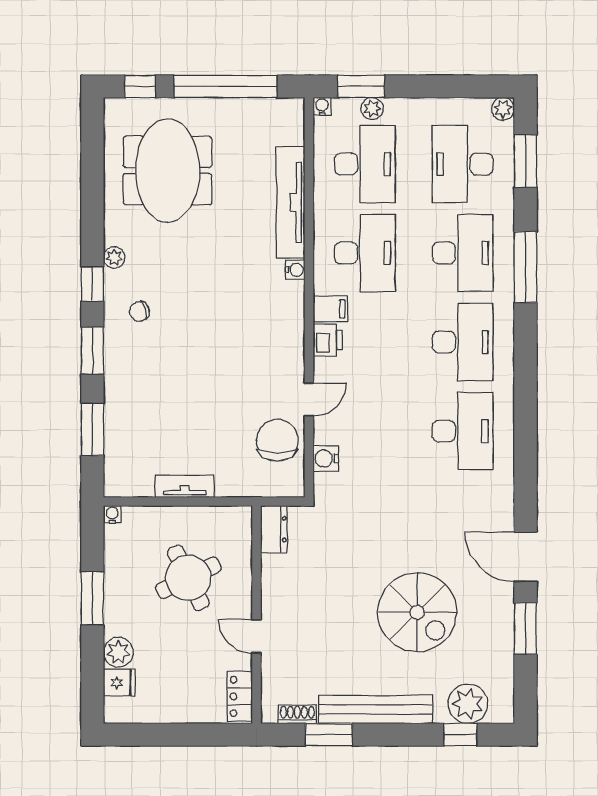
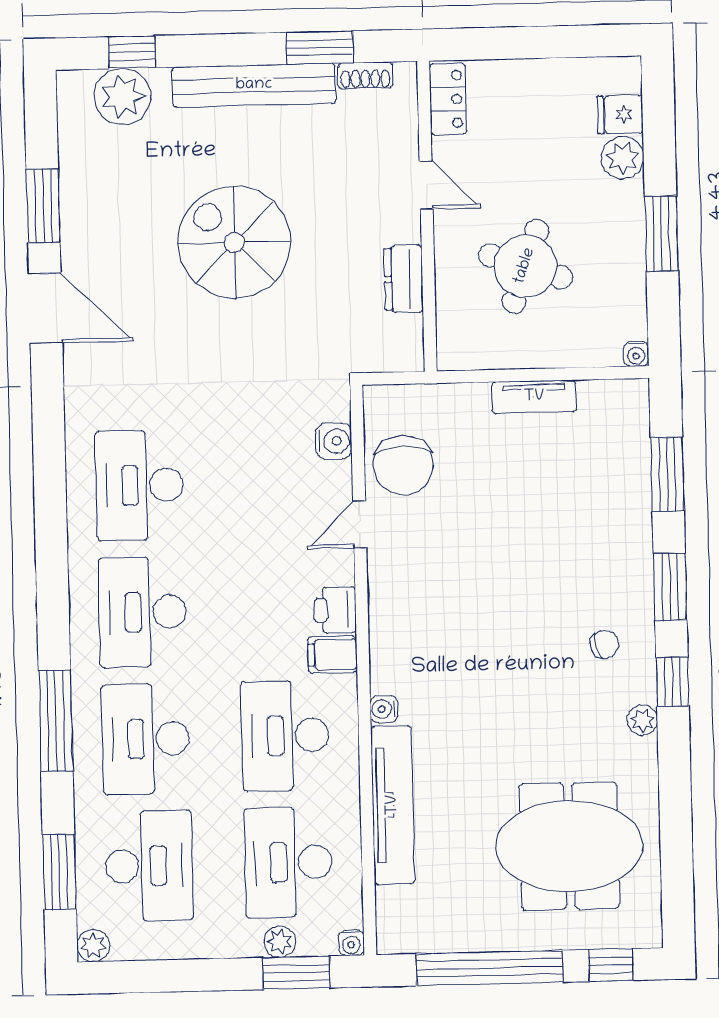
meeting table: (168, 171) -> (569, 846), turned 90
dresser: (274, 529) -> (404, 279), moved
round table: (188, 578) -> (525, 266), turned 45
spiral stairs: (417, 612) -> (234, 242), moved

